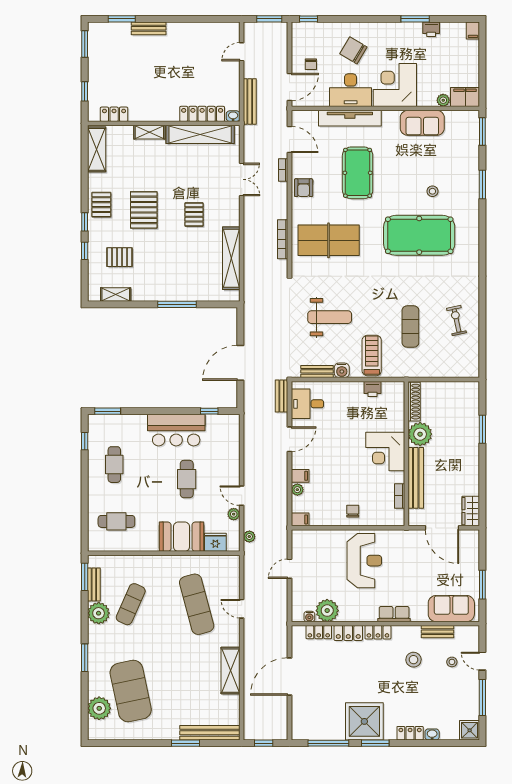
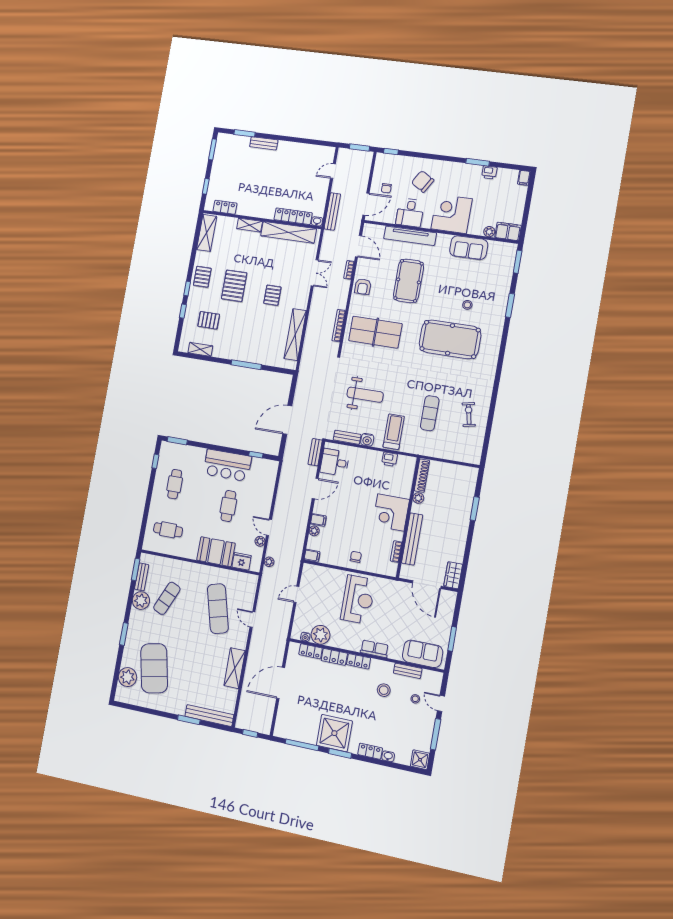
desk: (351, 90) -> (410, 213), width x0.73
plant: (420, 434) -> (418, 498), width x0.53, depth x0.53

